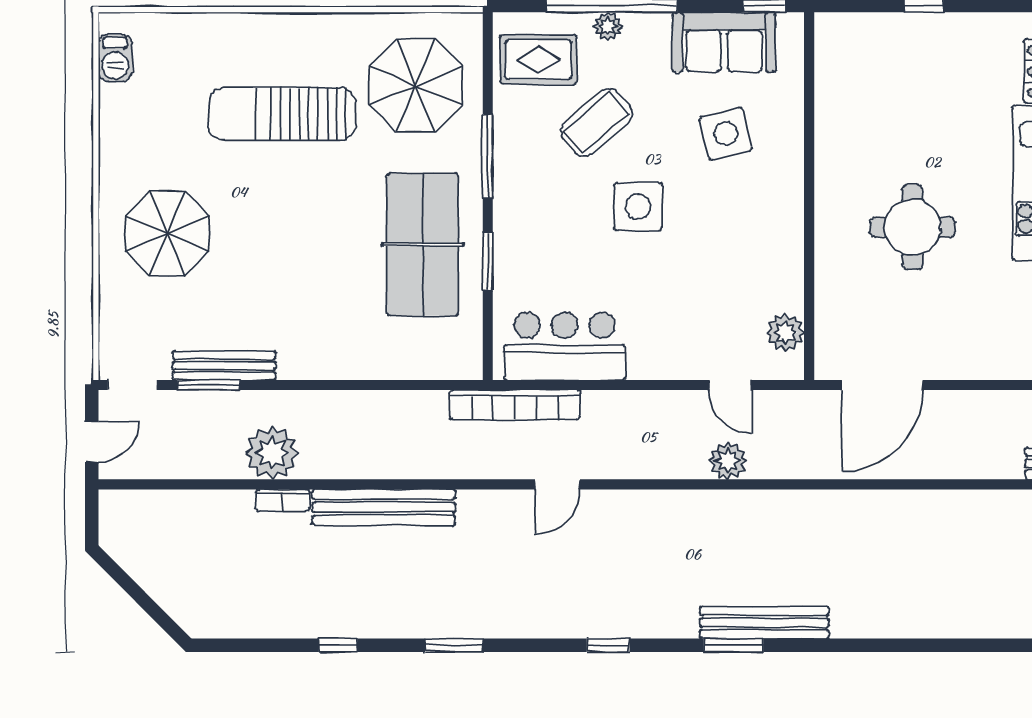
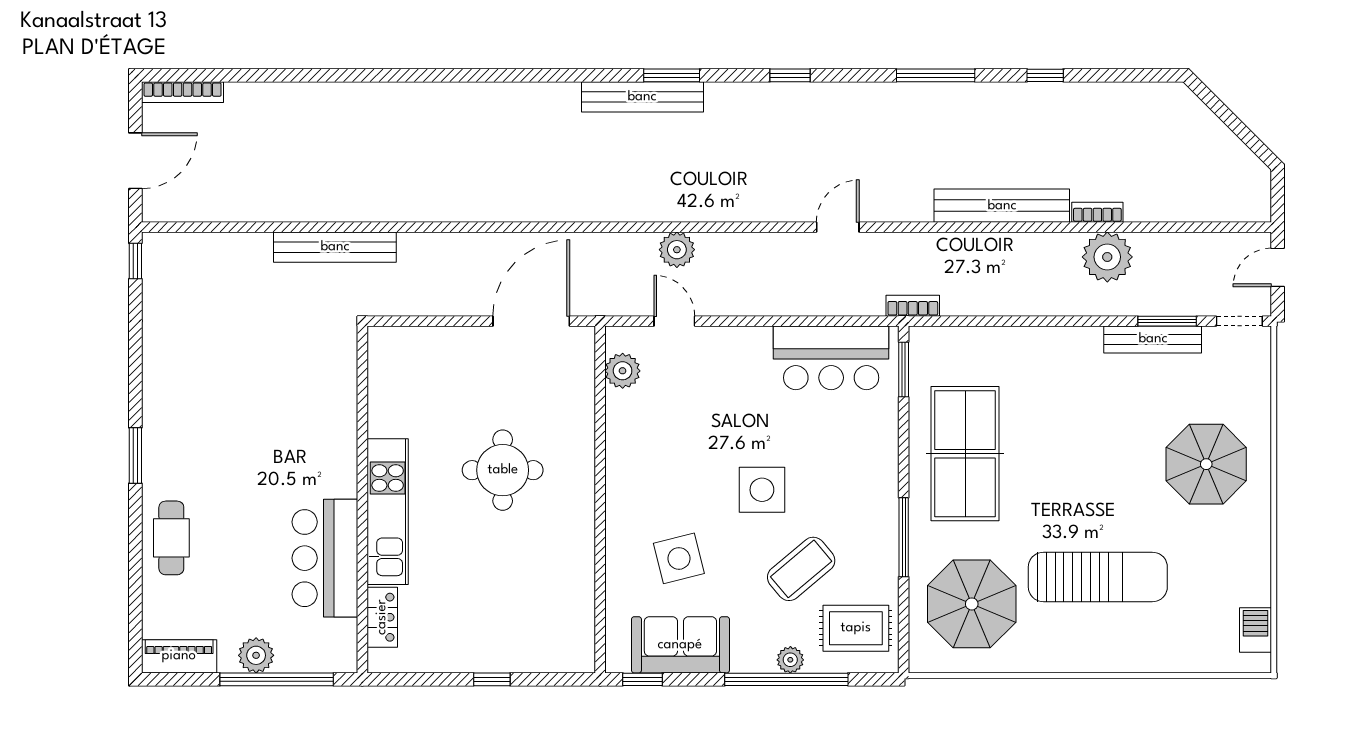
window: (488, 261) -> (904, 369), moved
bookcase: (515, 405) -> (913, 306), width x0.43, depth x0.76
window: (454, 645) -> (936, 75), width x1.44

